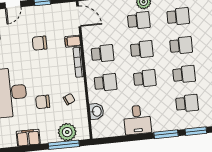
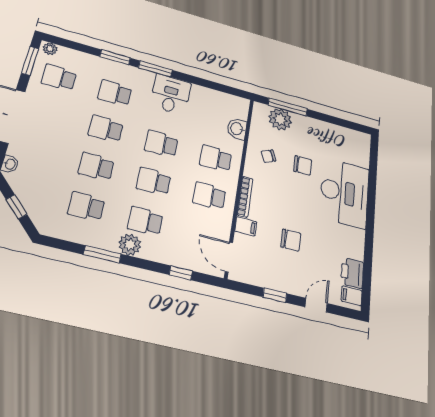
desk: (137, 120) -> (171, 94), moved
filing cabinet: (28, 138) -> (329, 131), removed

